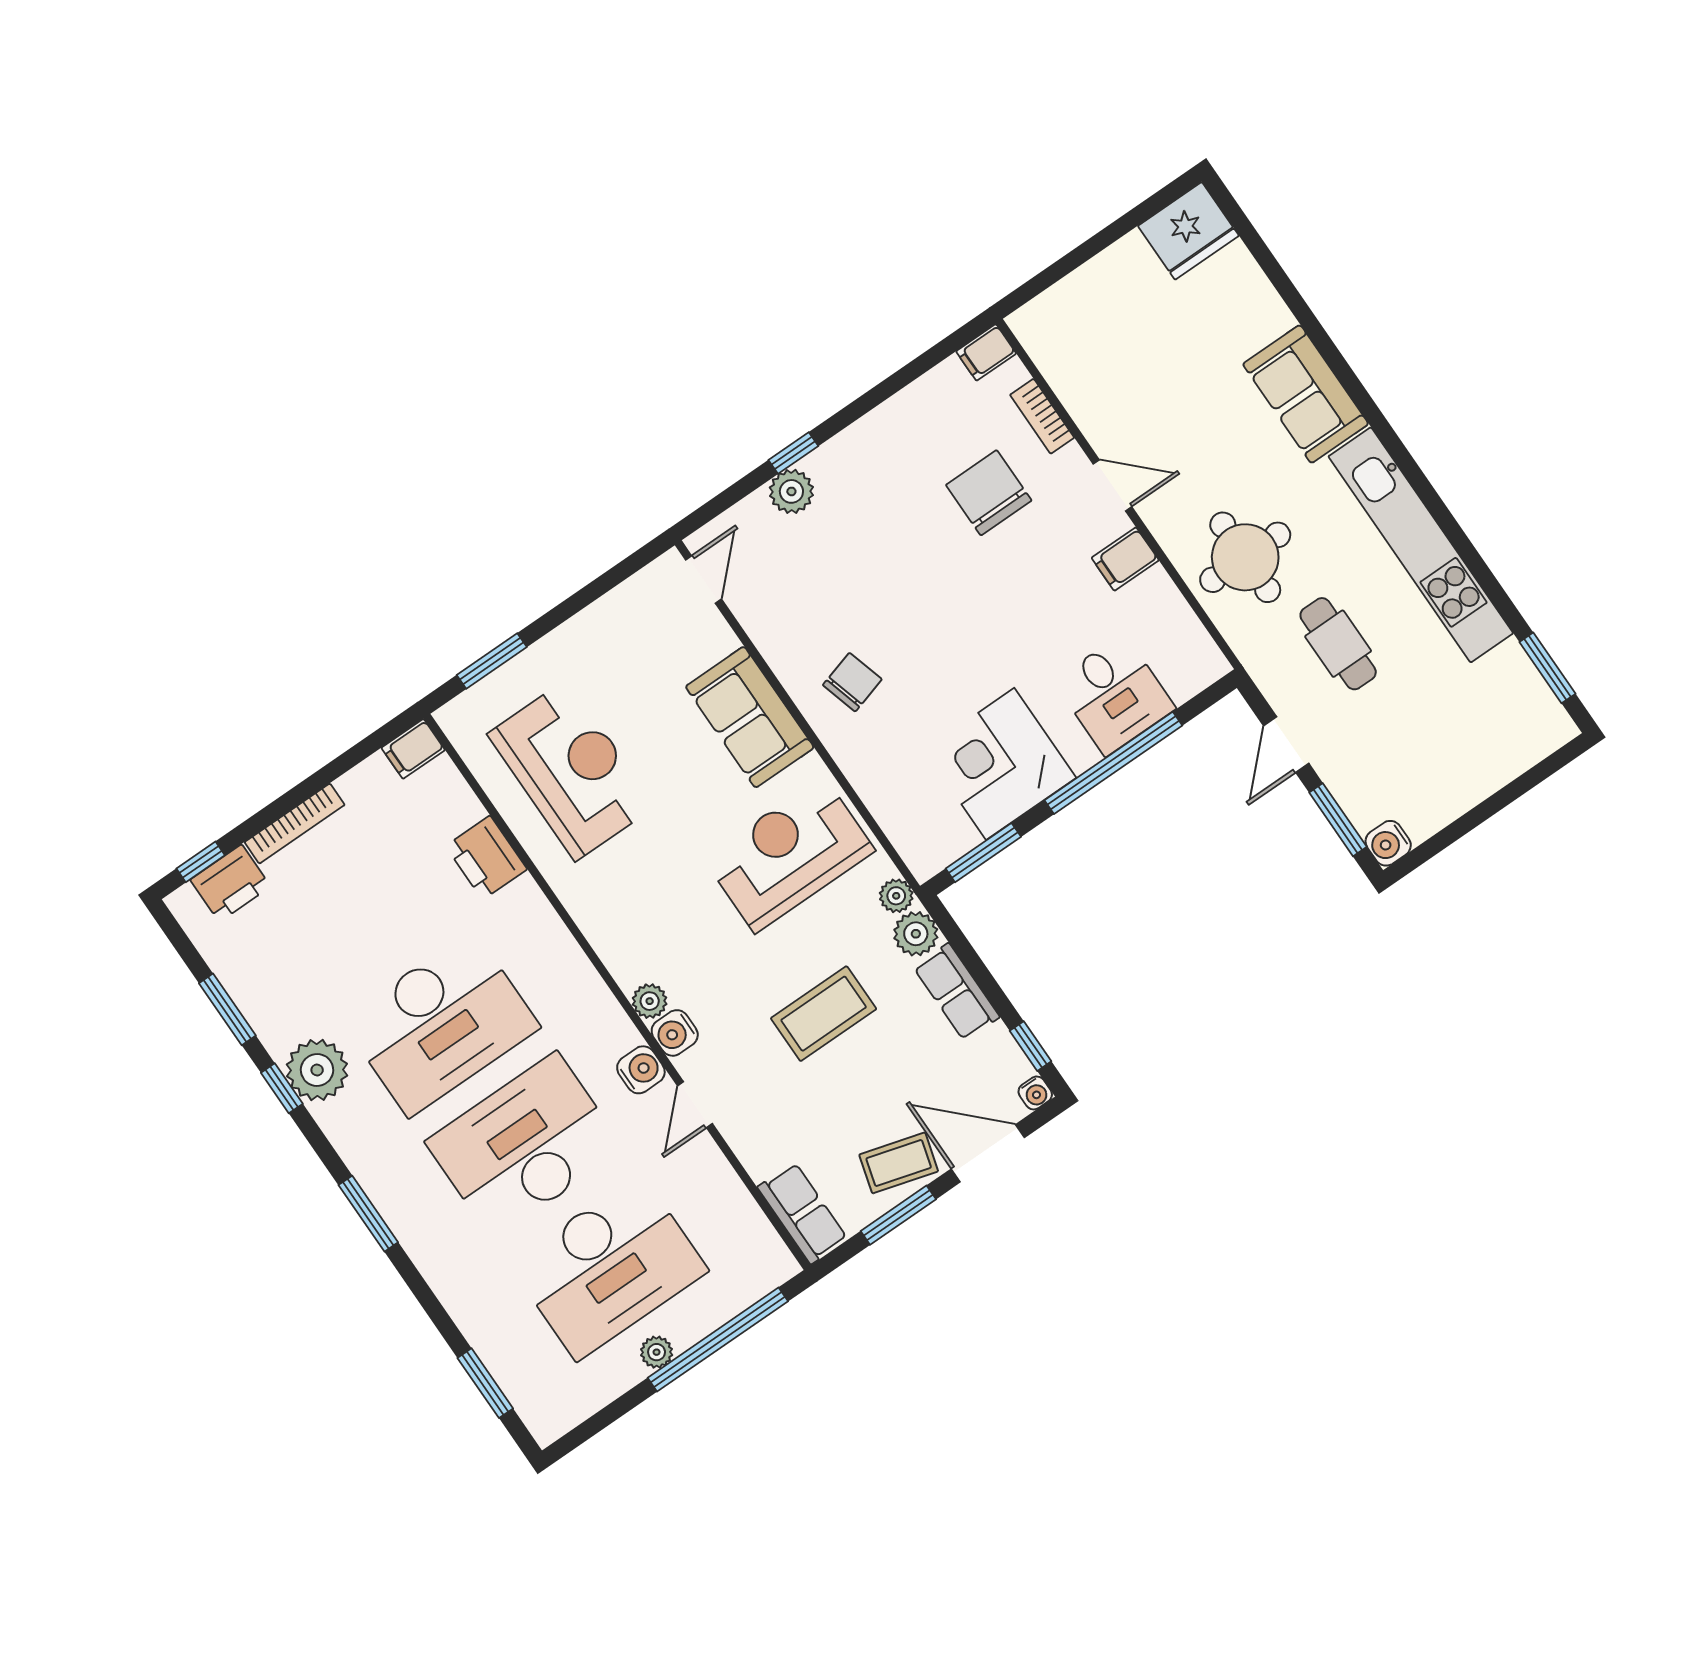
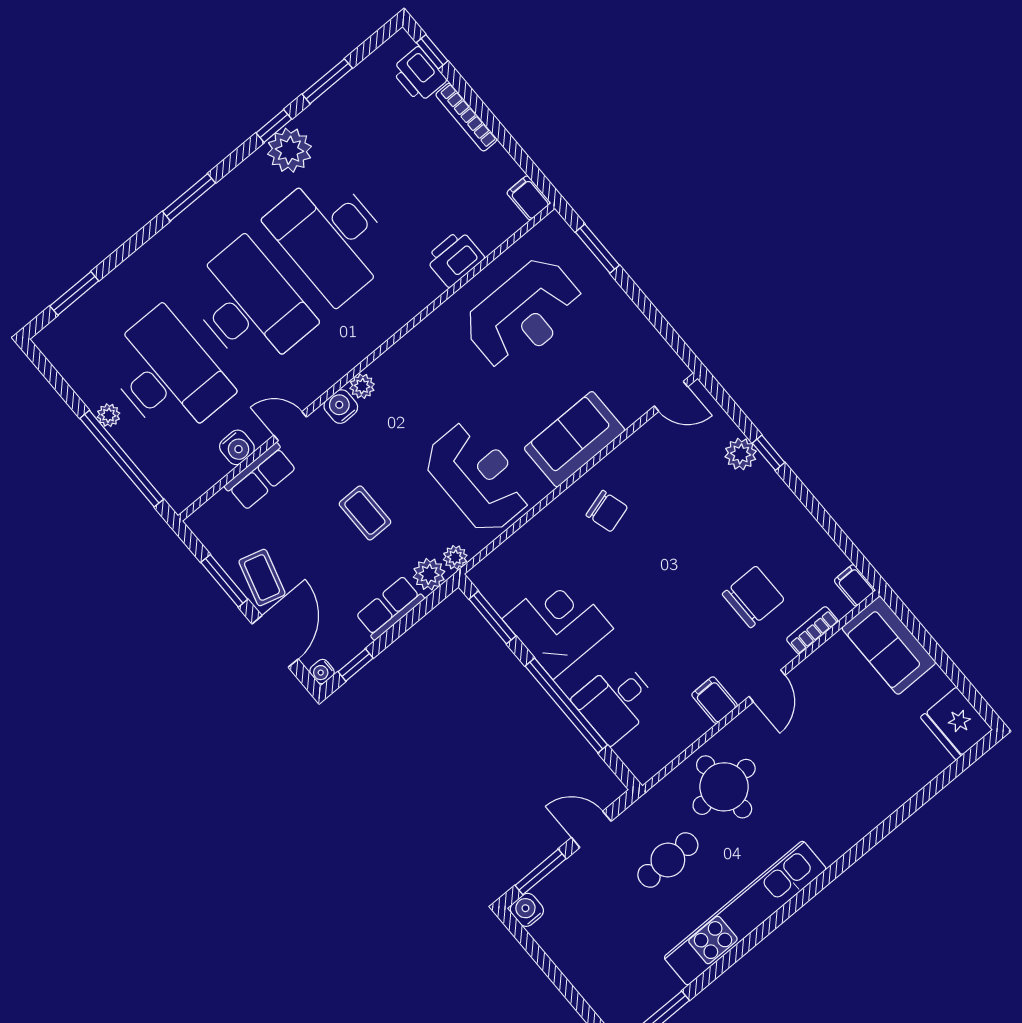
sofa: (1306, 394) -> (889, 645), moved, turned -90
coffee table: (824, 1014) -> (365, 513), width x0.73, depth x0.77
water cooler: (641, 1070) -> (237, 447), moved
row of seats: (803, 1213) -> (261, 477), moved
desk: (609, 1267) -> (167, 375), turned 180

